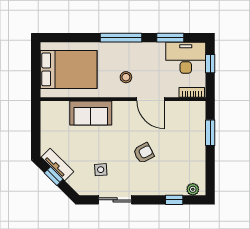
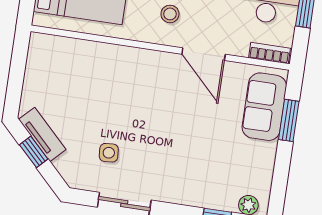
sofa: (91, 113) -> (264, 107), moved, turned 90
armchair: (144, 153) -> (180, 137), removed

